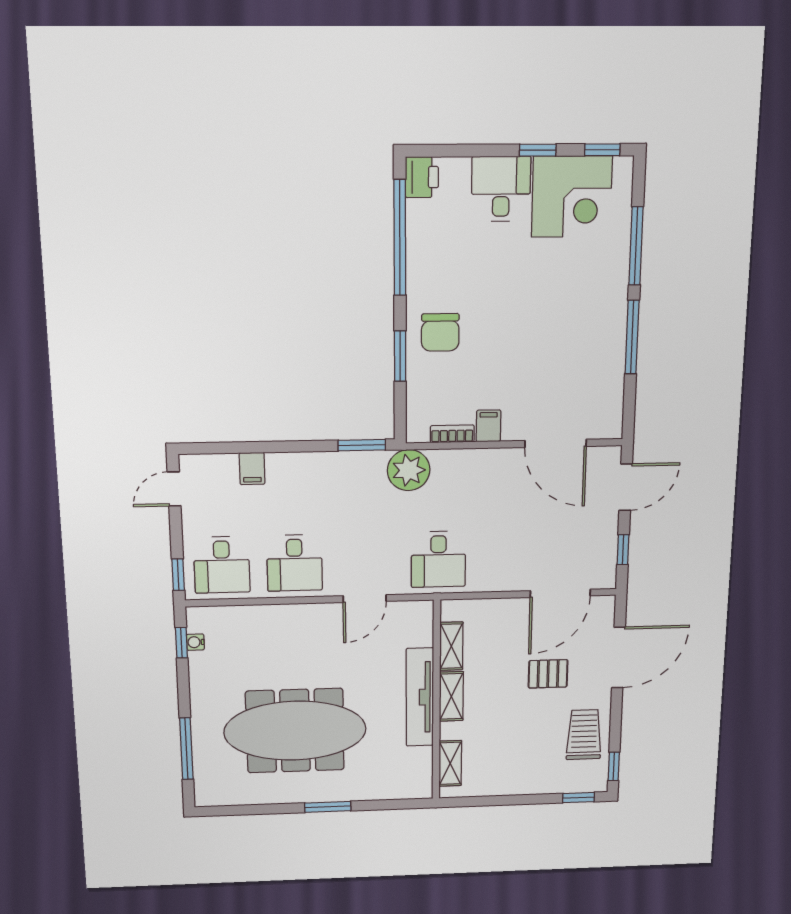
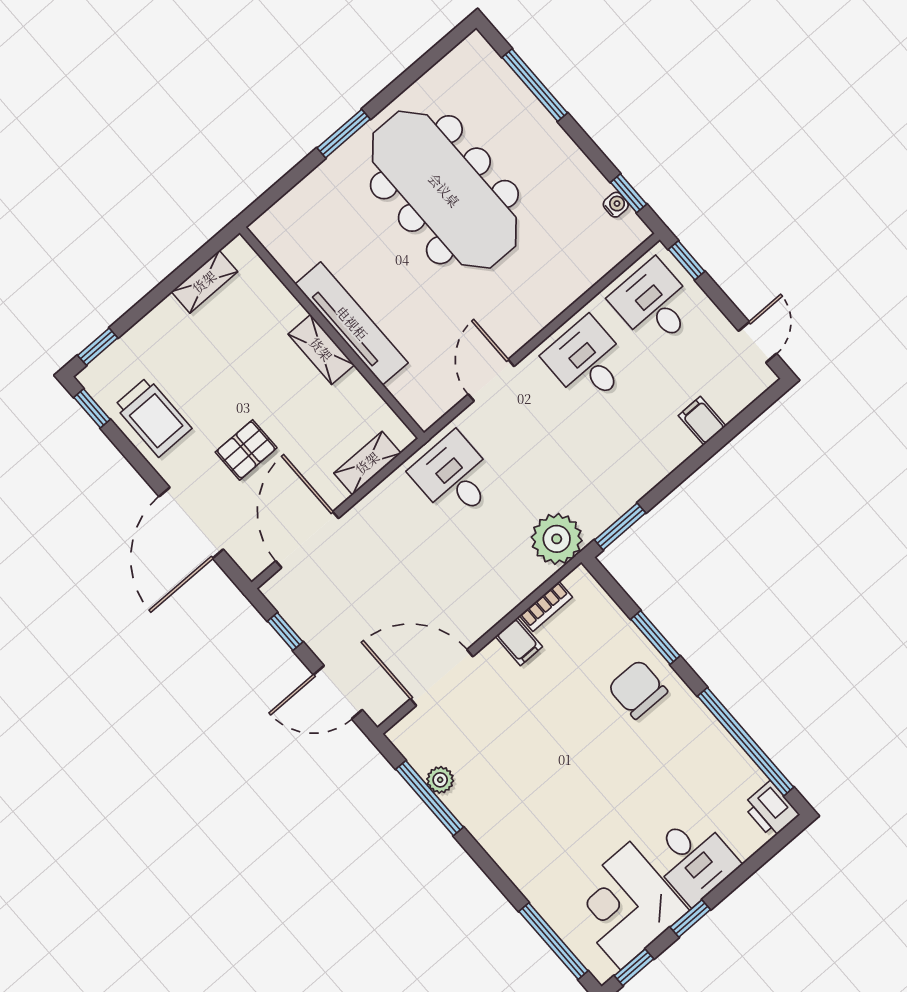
window: (636, 246) -> (553, 941), moved
window: (632, 337) -> (430, 798), moved
plant: (614, 380) -> (440, 780), added
door: (626, 487) -> (338, 692), hinge flipped
shelving: (451, 646) -> (367, 463), moved, turned 90
meeting table: (295, 731) -> (444, 190), turned 90
shelving: (450, 763) -> (204, 282), moved, turned 90

